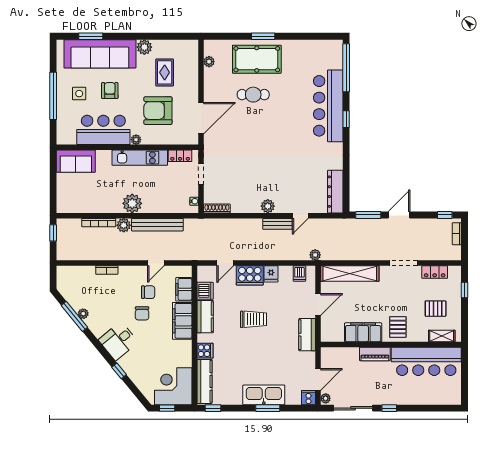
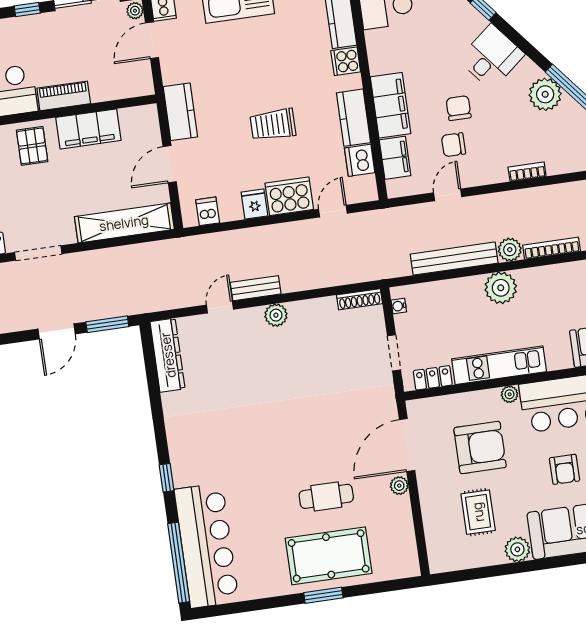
plant: (209, 62) -> (399, 486), moved
bar counter: (328, 106) -> (207, 546), moved
plant: (315, 255) -> (186, 246), removed
plant: (83, 314) -> (545, 94), width x1.87, depth x1.87

